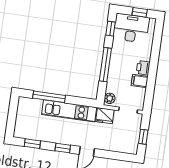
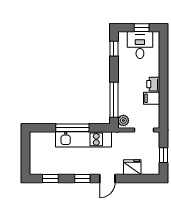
desk: (131, 28) -> (140, 45), width x0.73
window: (105, 65) -> (114, 100), moved
window: (49, 97) -> (72, 128), moved
fridge: (105, 116) -> (132, 167), moved, turned 180

